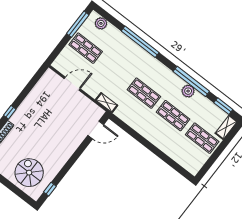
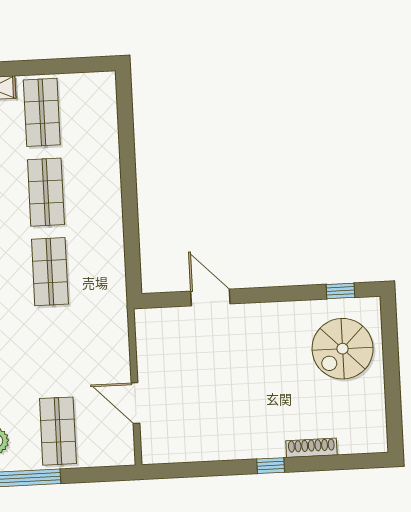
shelving: (107, 103) -> (118, 320), removed
door: (96, 130) -> (210, 298), moved

